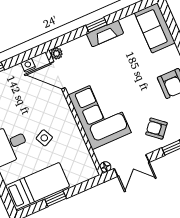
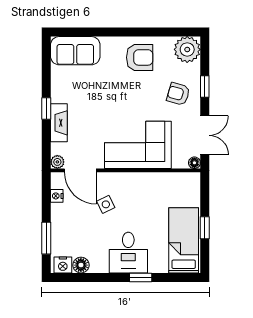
fireplace: (105, 34) -> (59, 123), moved
door: (58, 75) -> (80, 170), hinge flipped
armchair: (156, 129) -> (178, 94), turned 66
side table: (44, 138) -> (106, 204), moved

